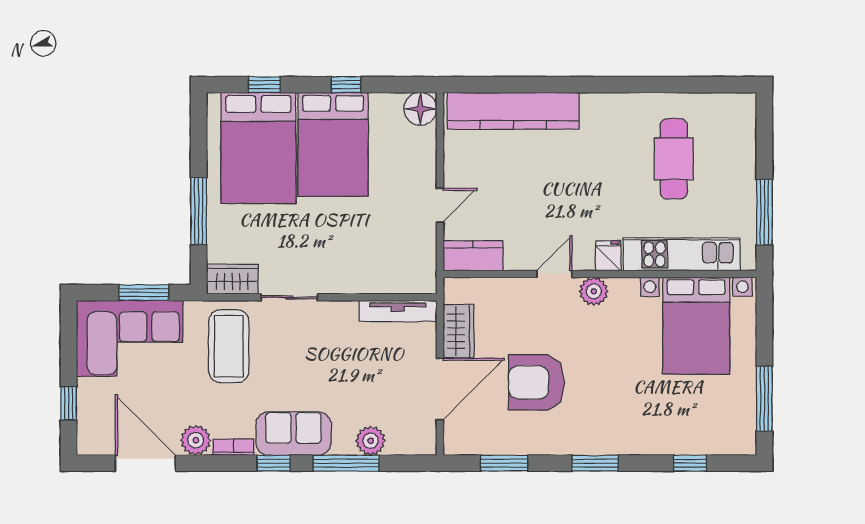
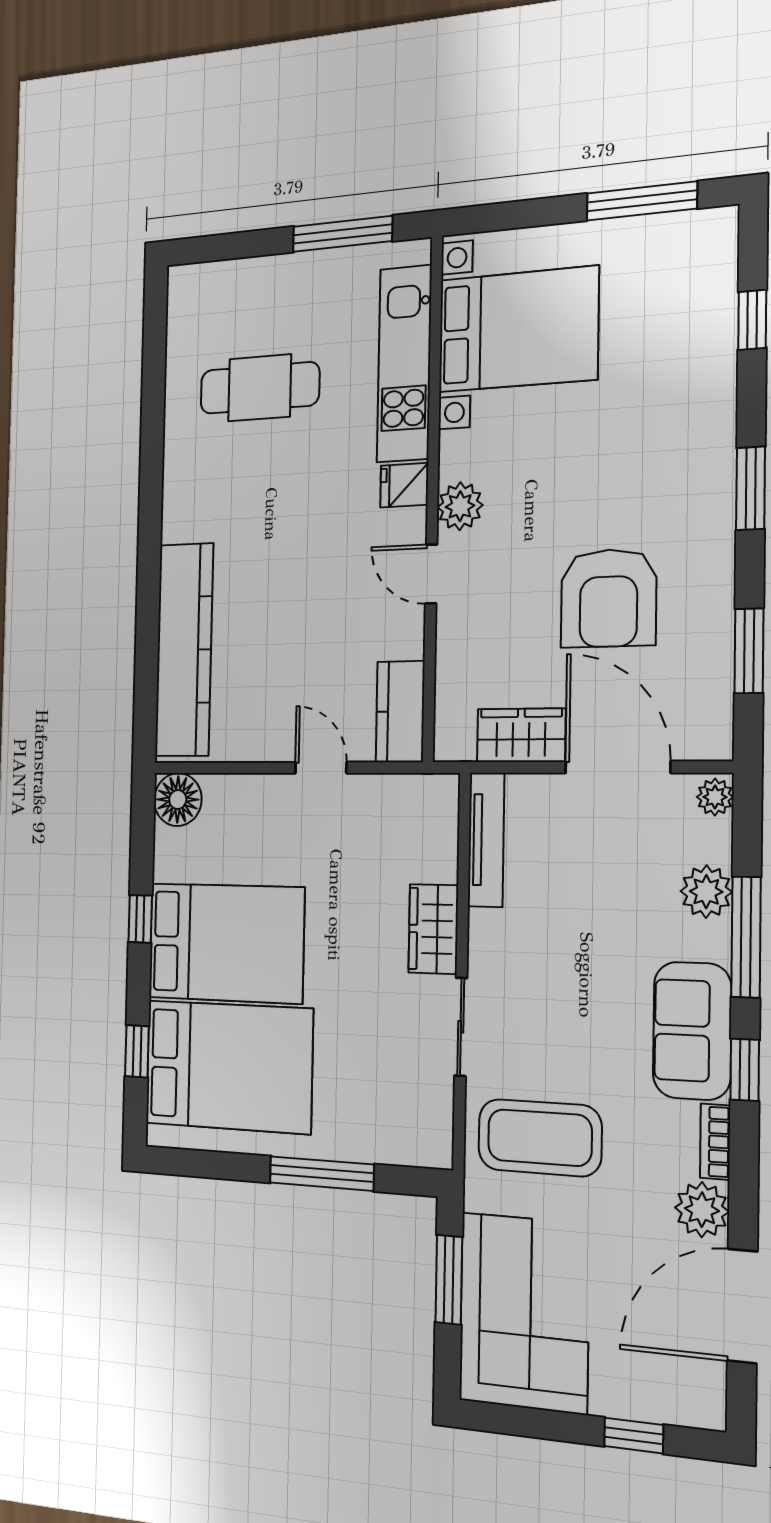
wardrobe: (232, 279) -> (433, 929), moved
plant: (423, 445) -> (715, 797), added

